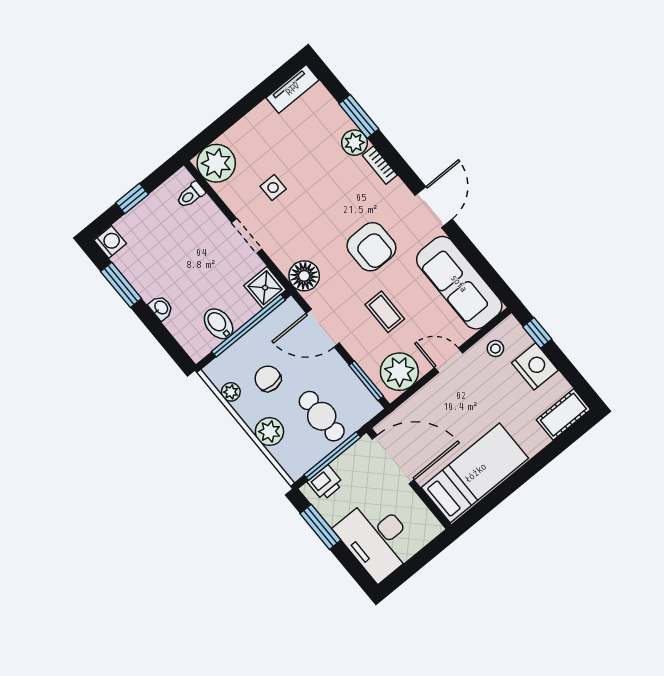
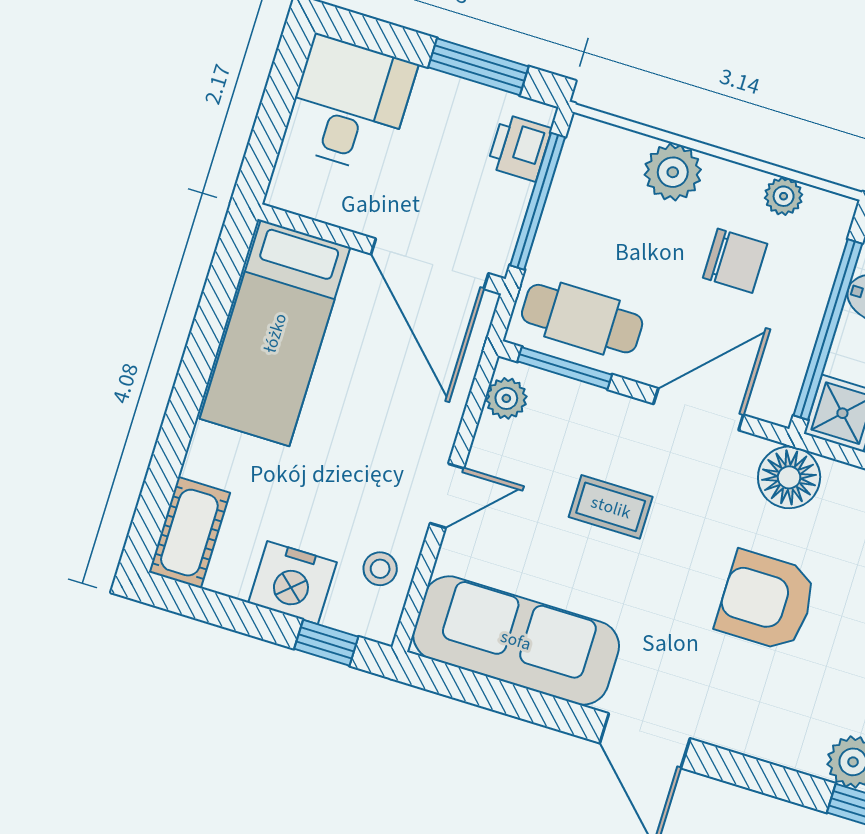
bookcase: (380, 165) -> (785, 752), removed
armchair: (371, 247) -> (766, 601), moved
plant: (399, 372) -> (506, 398), width x0.53, depth x0.53
cafe table: (322, 416) -> (582, 319), moved
door: (393, 460) -> (430, 264), hinge flipped
desk: (377, 539) -> (350, 104), width x0.73

